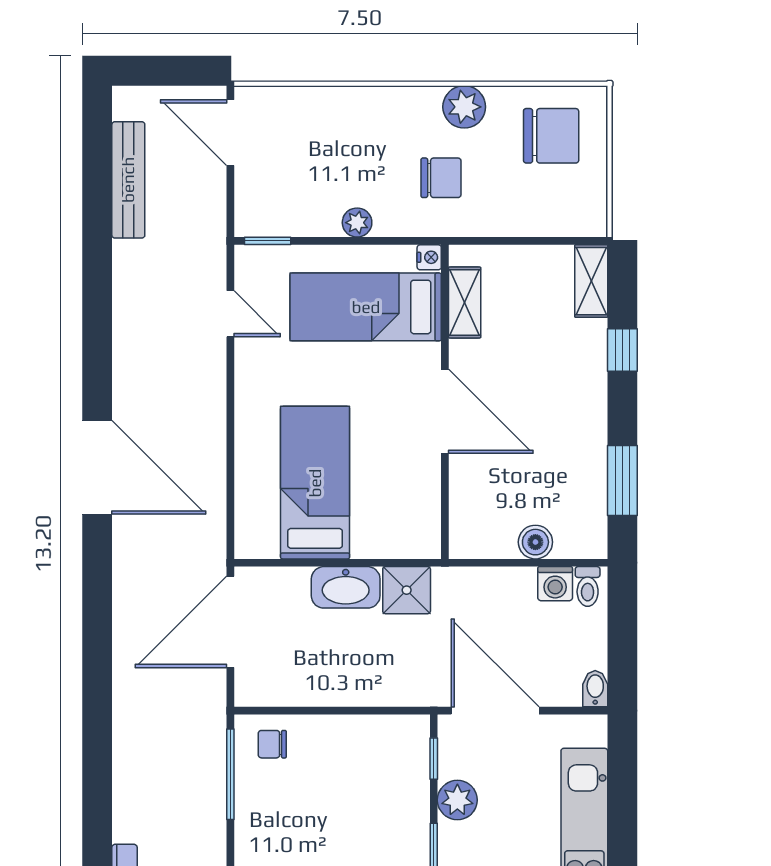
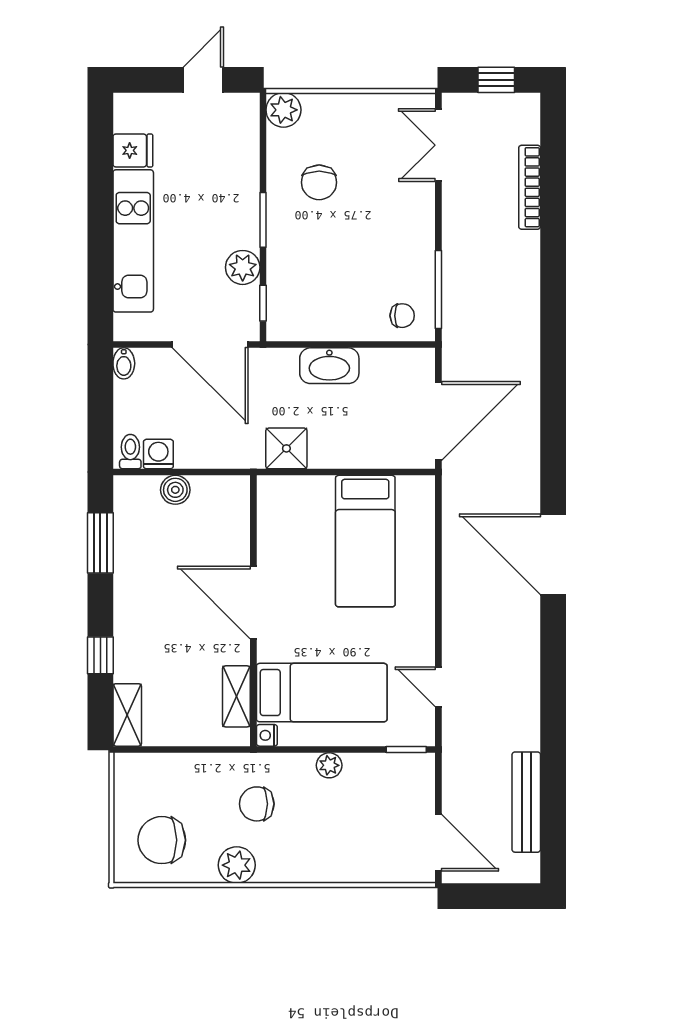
washbasin: (346, 587) -> (329, 366), moved, turned 180

